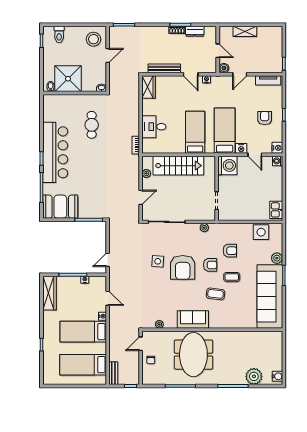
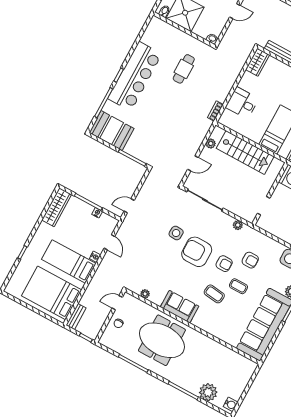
armchair: (183, 267) -> (197, 252), turned 90
meeting table: (193, 355) -> (162, 340), turned 90
bed: (83, 365) -> (52, 293), width x1.50

